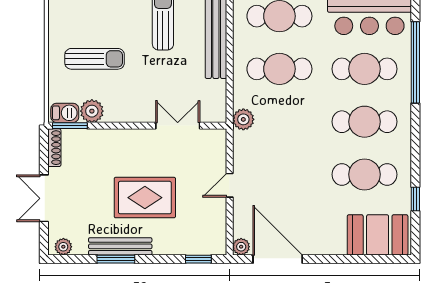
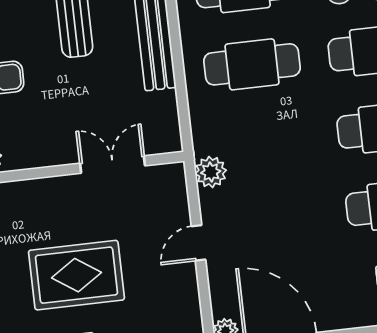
plant: (243, 119) -> (211, 172), moved

